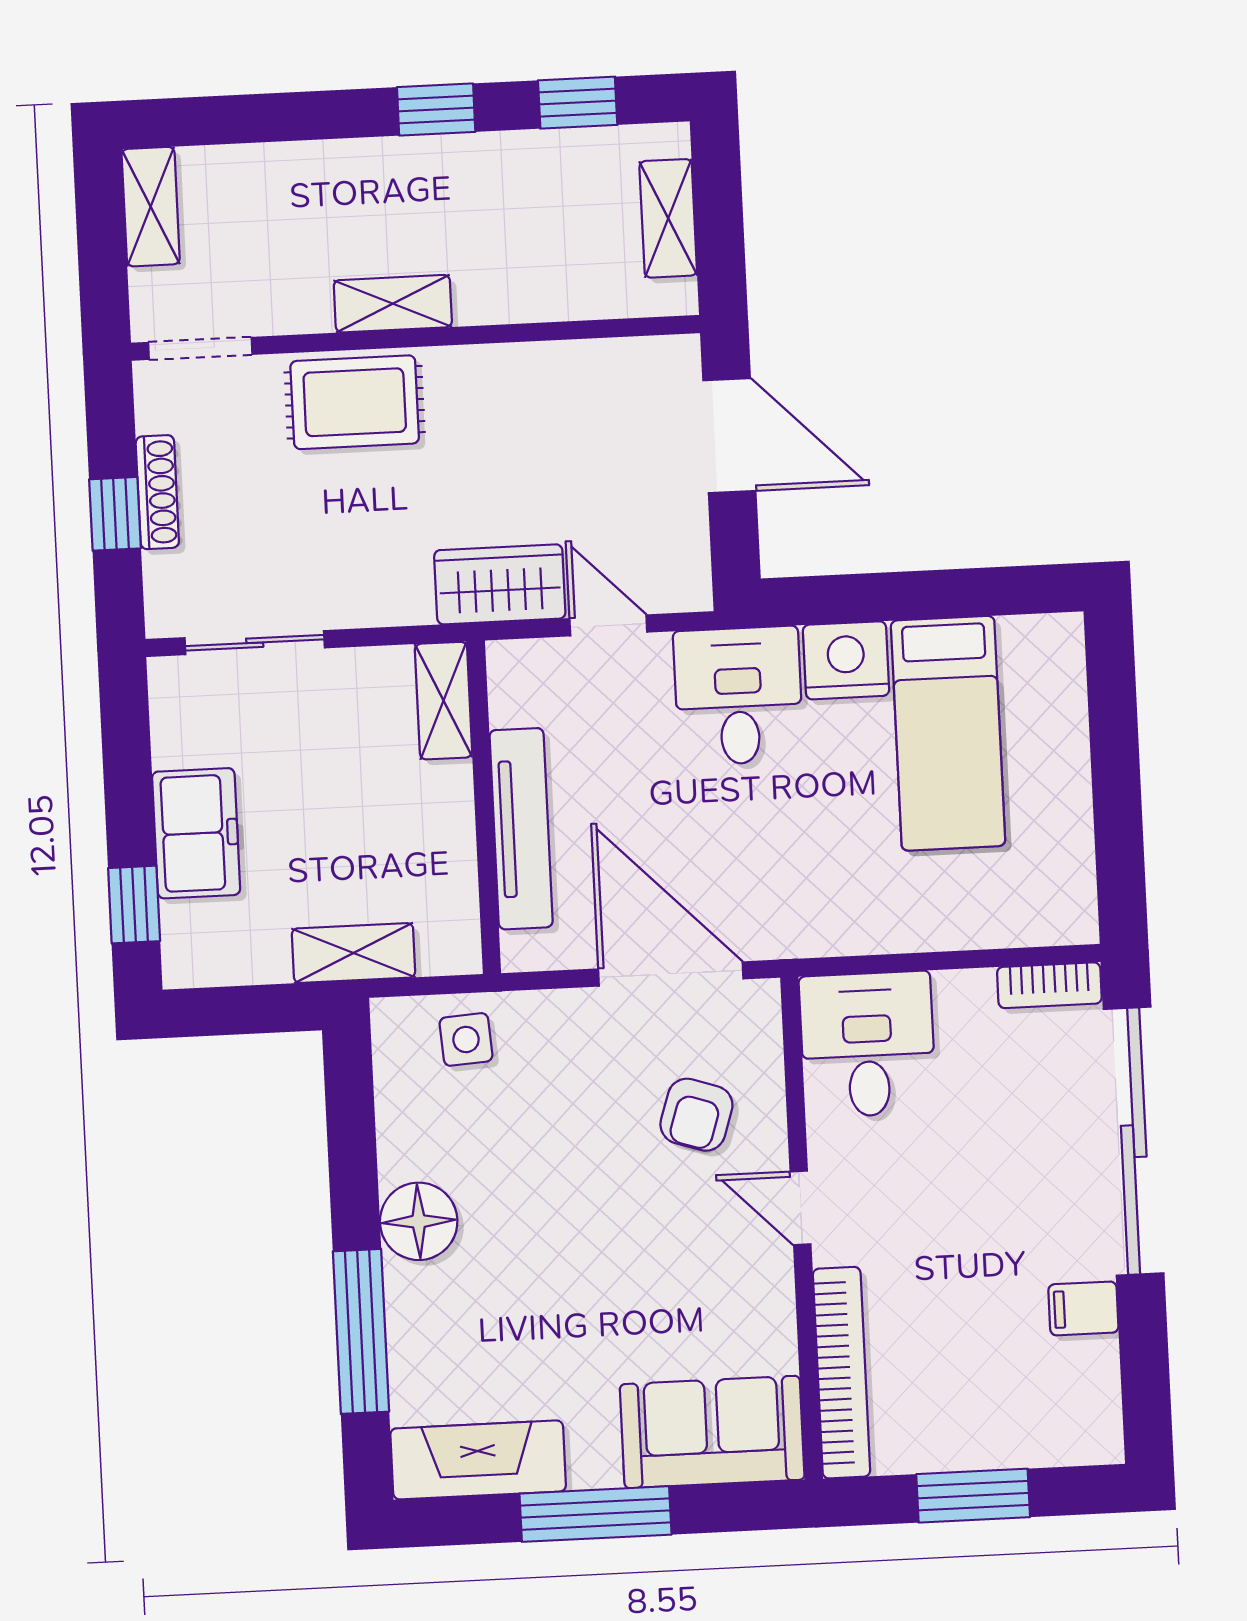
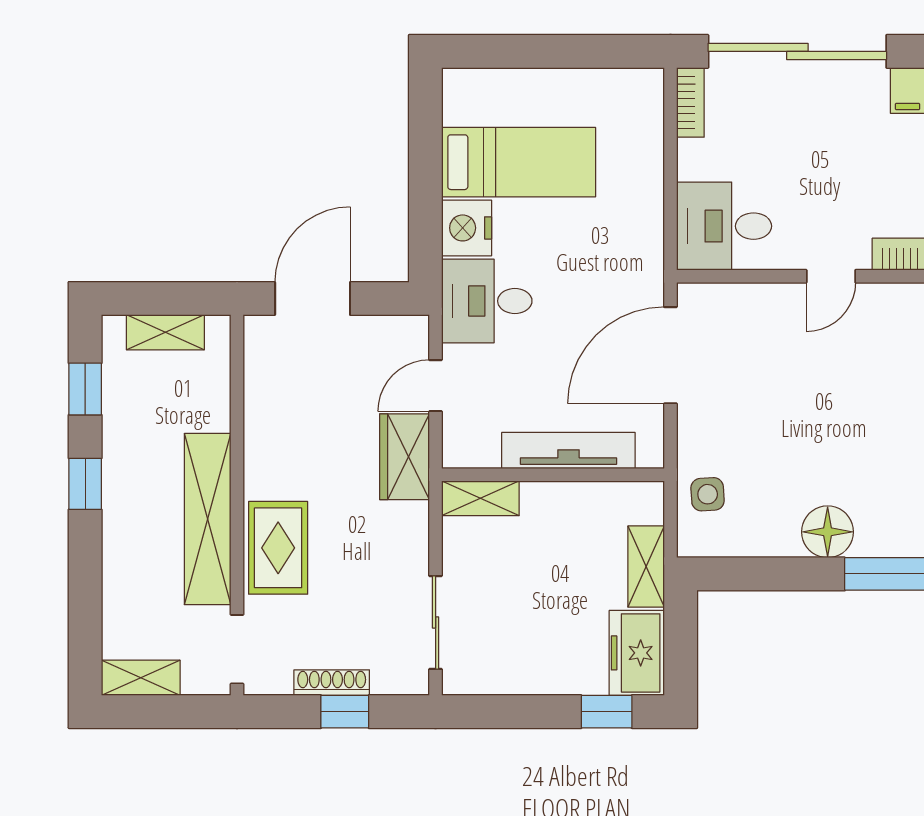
shelving: (393, 304) -> (208, 519), width x2.20, depth x1.33
freezer: (196, 833) -> (637, 653), moved, turned -90
armchair: (696, 1115) -> (765, 343), removed

